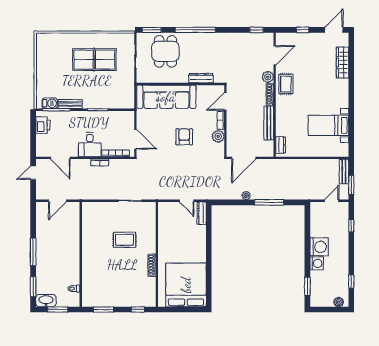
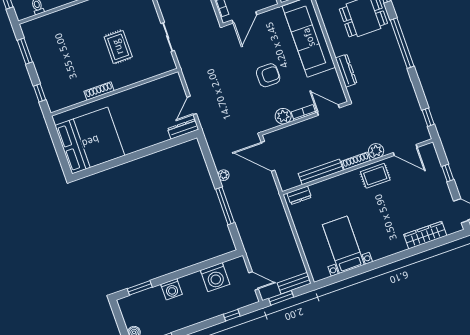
washing machine: (319, 247) -> (215, 277), moved

